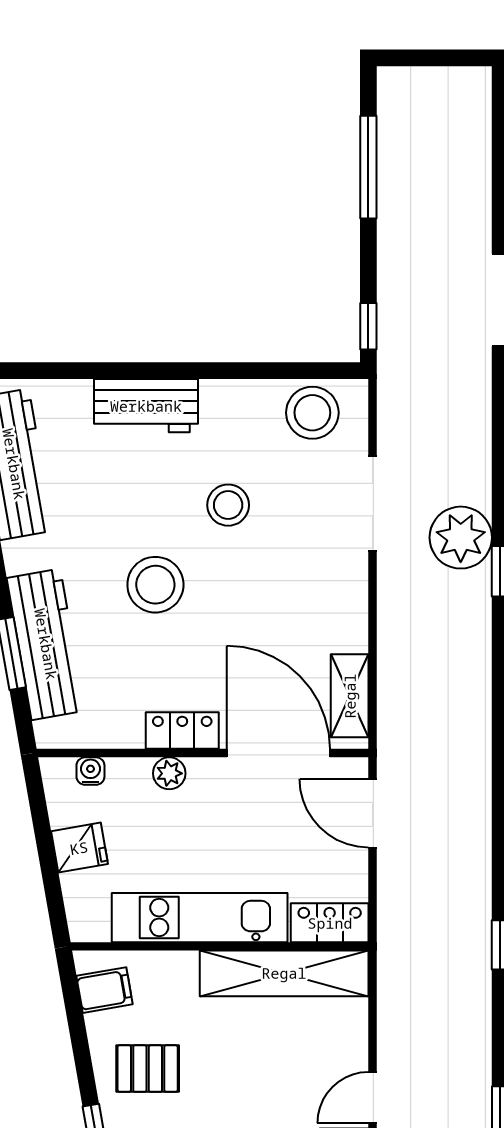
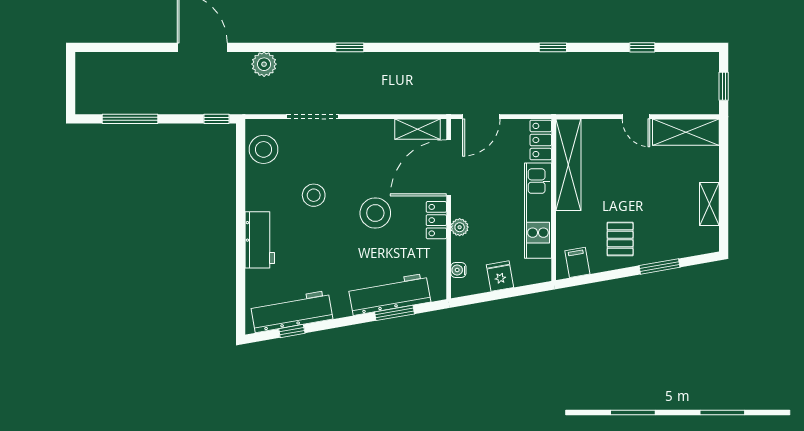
plant: (461, 538) -> (264, 64), moved, width x0.73, depth x0.73
stool: (155, 585) -> (375, 213), moved

